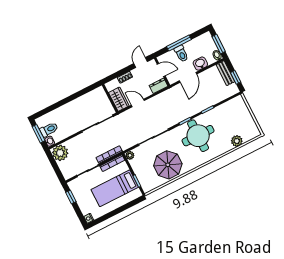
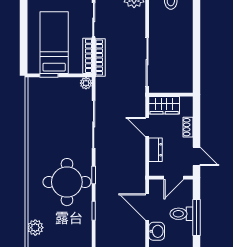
dresser: (158, 86) -> (156, 150), moved
door: (138, 103) -> (147, 127), swing flipped
parasol: (168, 165) -> (50, 125), removed

